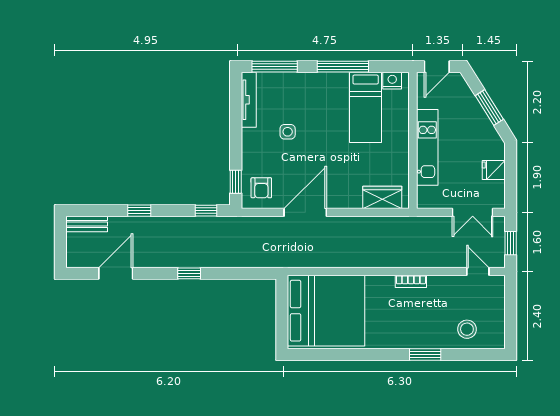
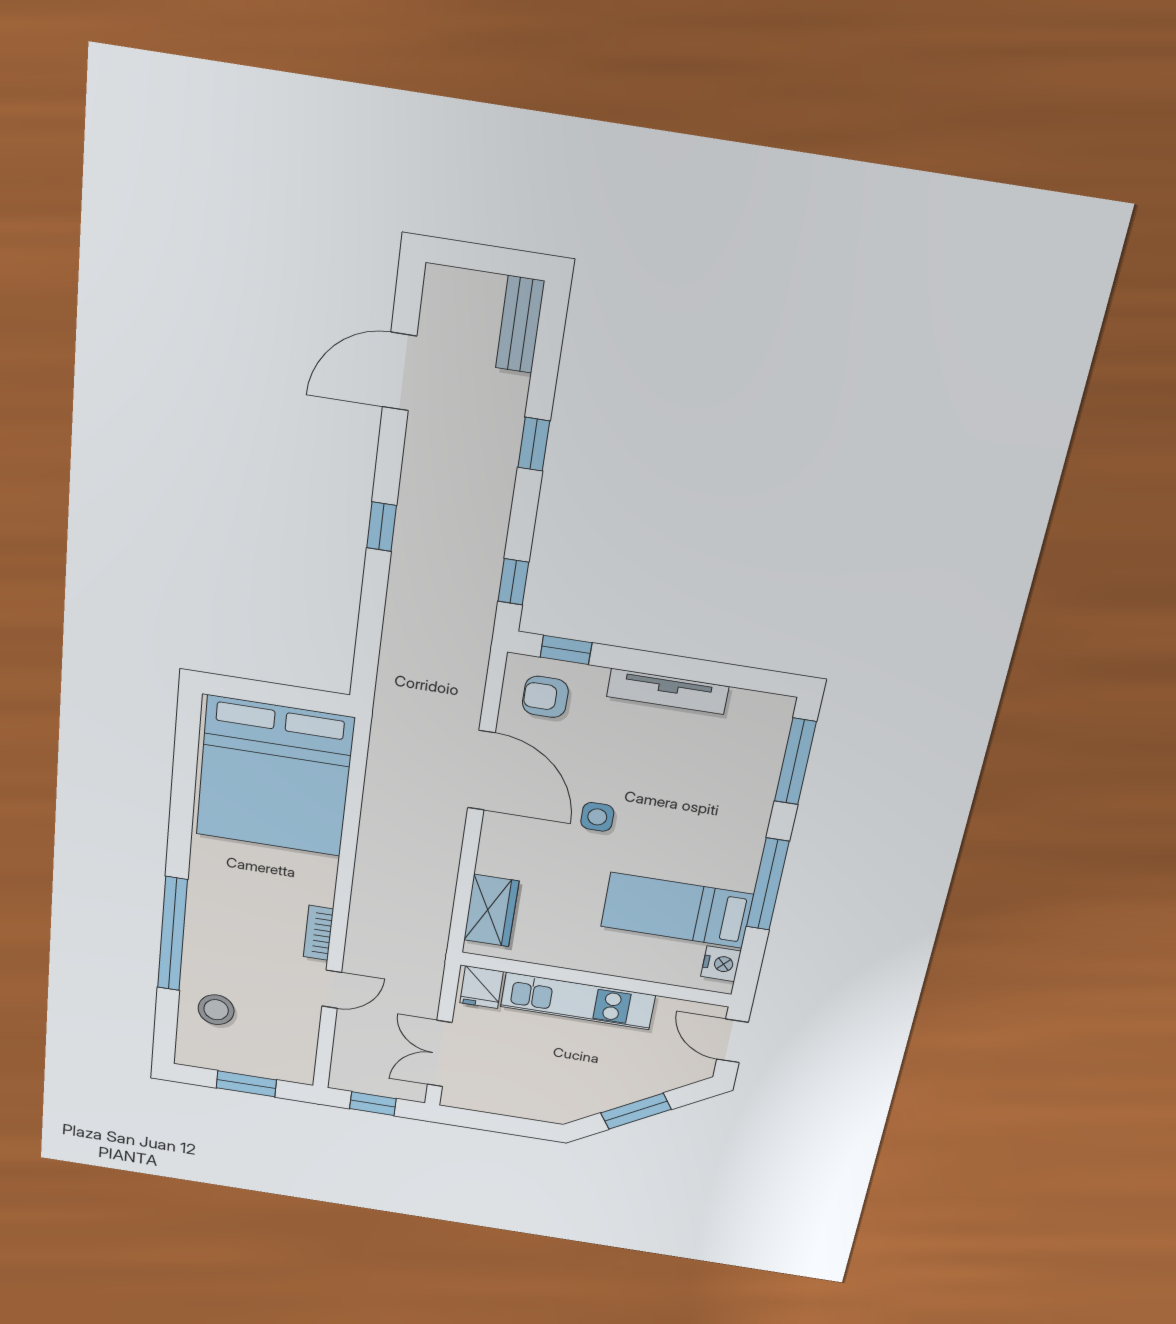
tv unit: (249, 100) -> (668, 691), moved
side table: (288, 132) -> (597, 817), moved
fridge: (494, 170) -> (482, 987), moved, turned 180
door: (478, 271) -> (332, 989), moved
door: (116, 273) -> (399, 372), swing flipped
window: (511, 310) -> (246, 1084), added
window: (425, 355) -> (172, 934), width x2.11

